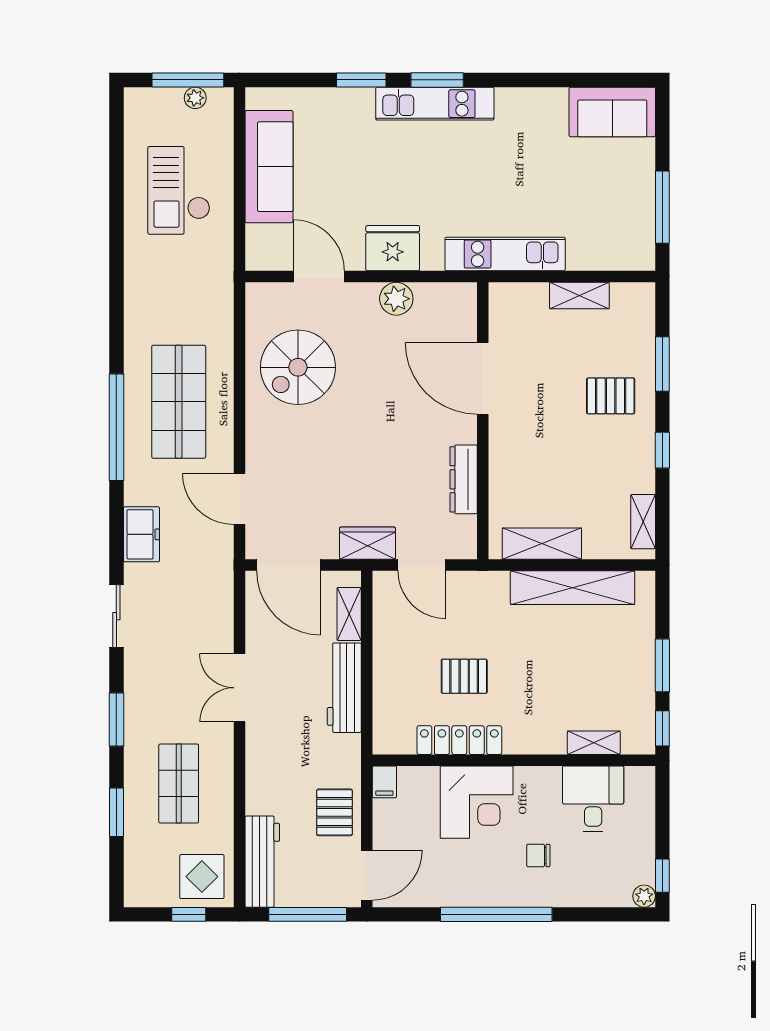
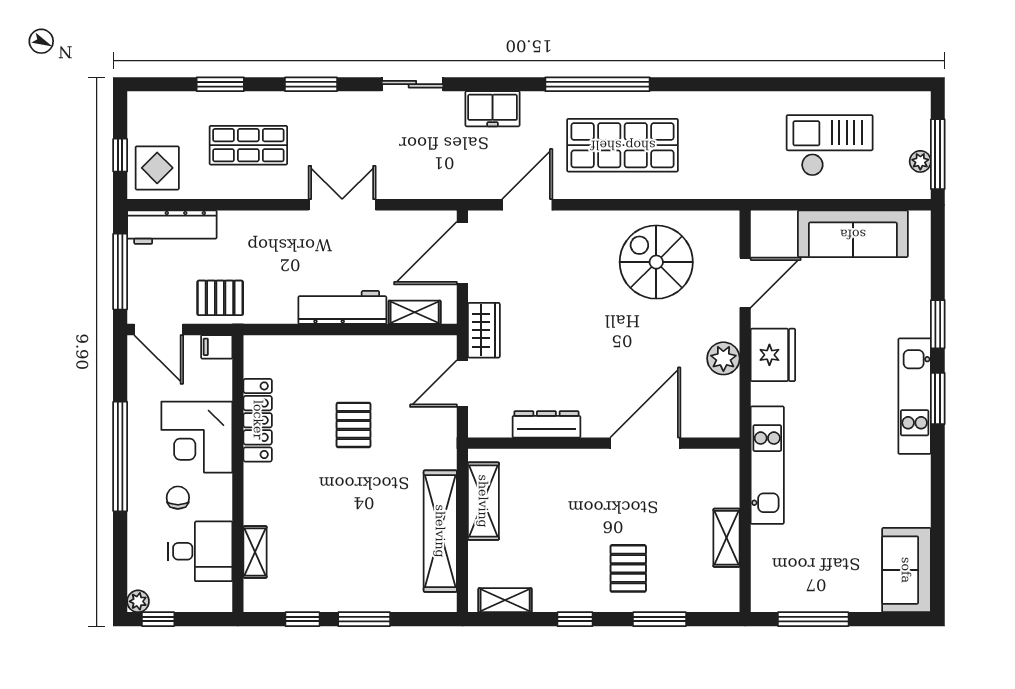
locker: (459, 740) -> (258, 420), moved
shelving: (594, 743) -> (255, 552), moved
wall: (514, 760) -> (238, 474), moved
filing cabinet: (384, 782) -> (217, 347), moved
desk: (593, 799) -> (200, 551), moved
corner desk: (477, 802) -> (197, 437), moved

